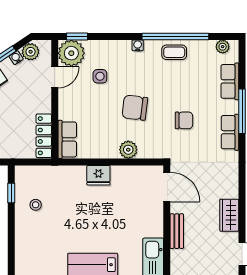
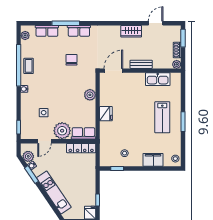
plant: (71, 53) -> (62, 131), moved
door: (55, 77) -> (44, 141), swing flipped
chair: (135, 108) -> (63, 91), removed
filing cabinet: (25, 250) -> (153, 160), added

